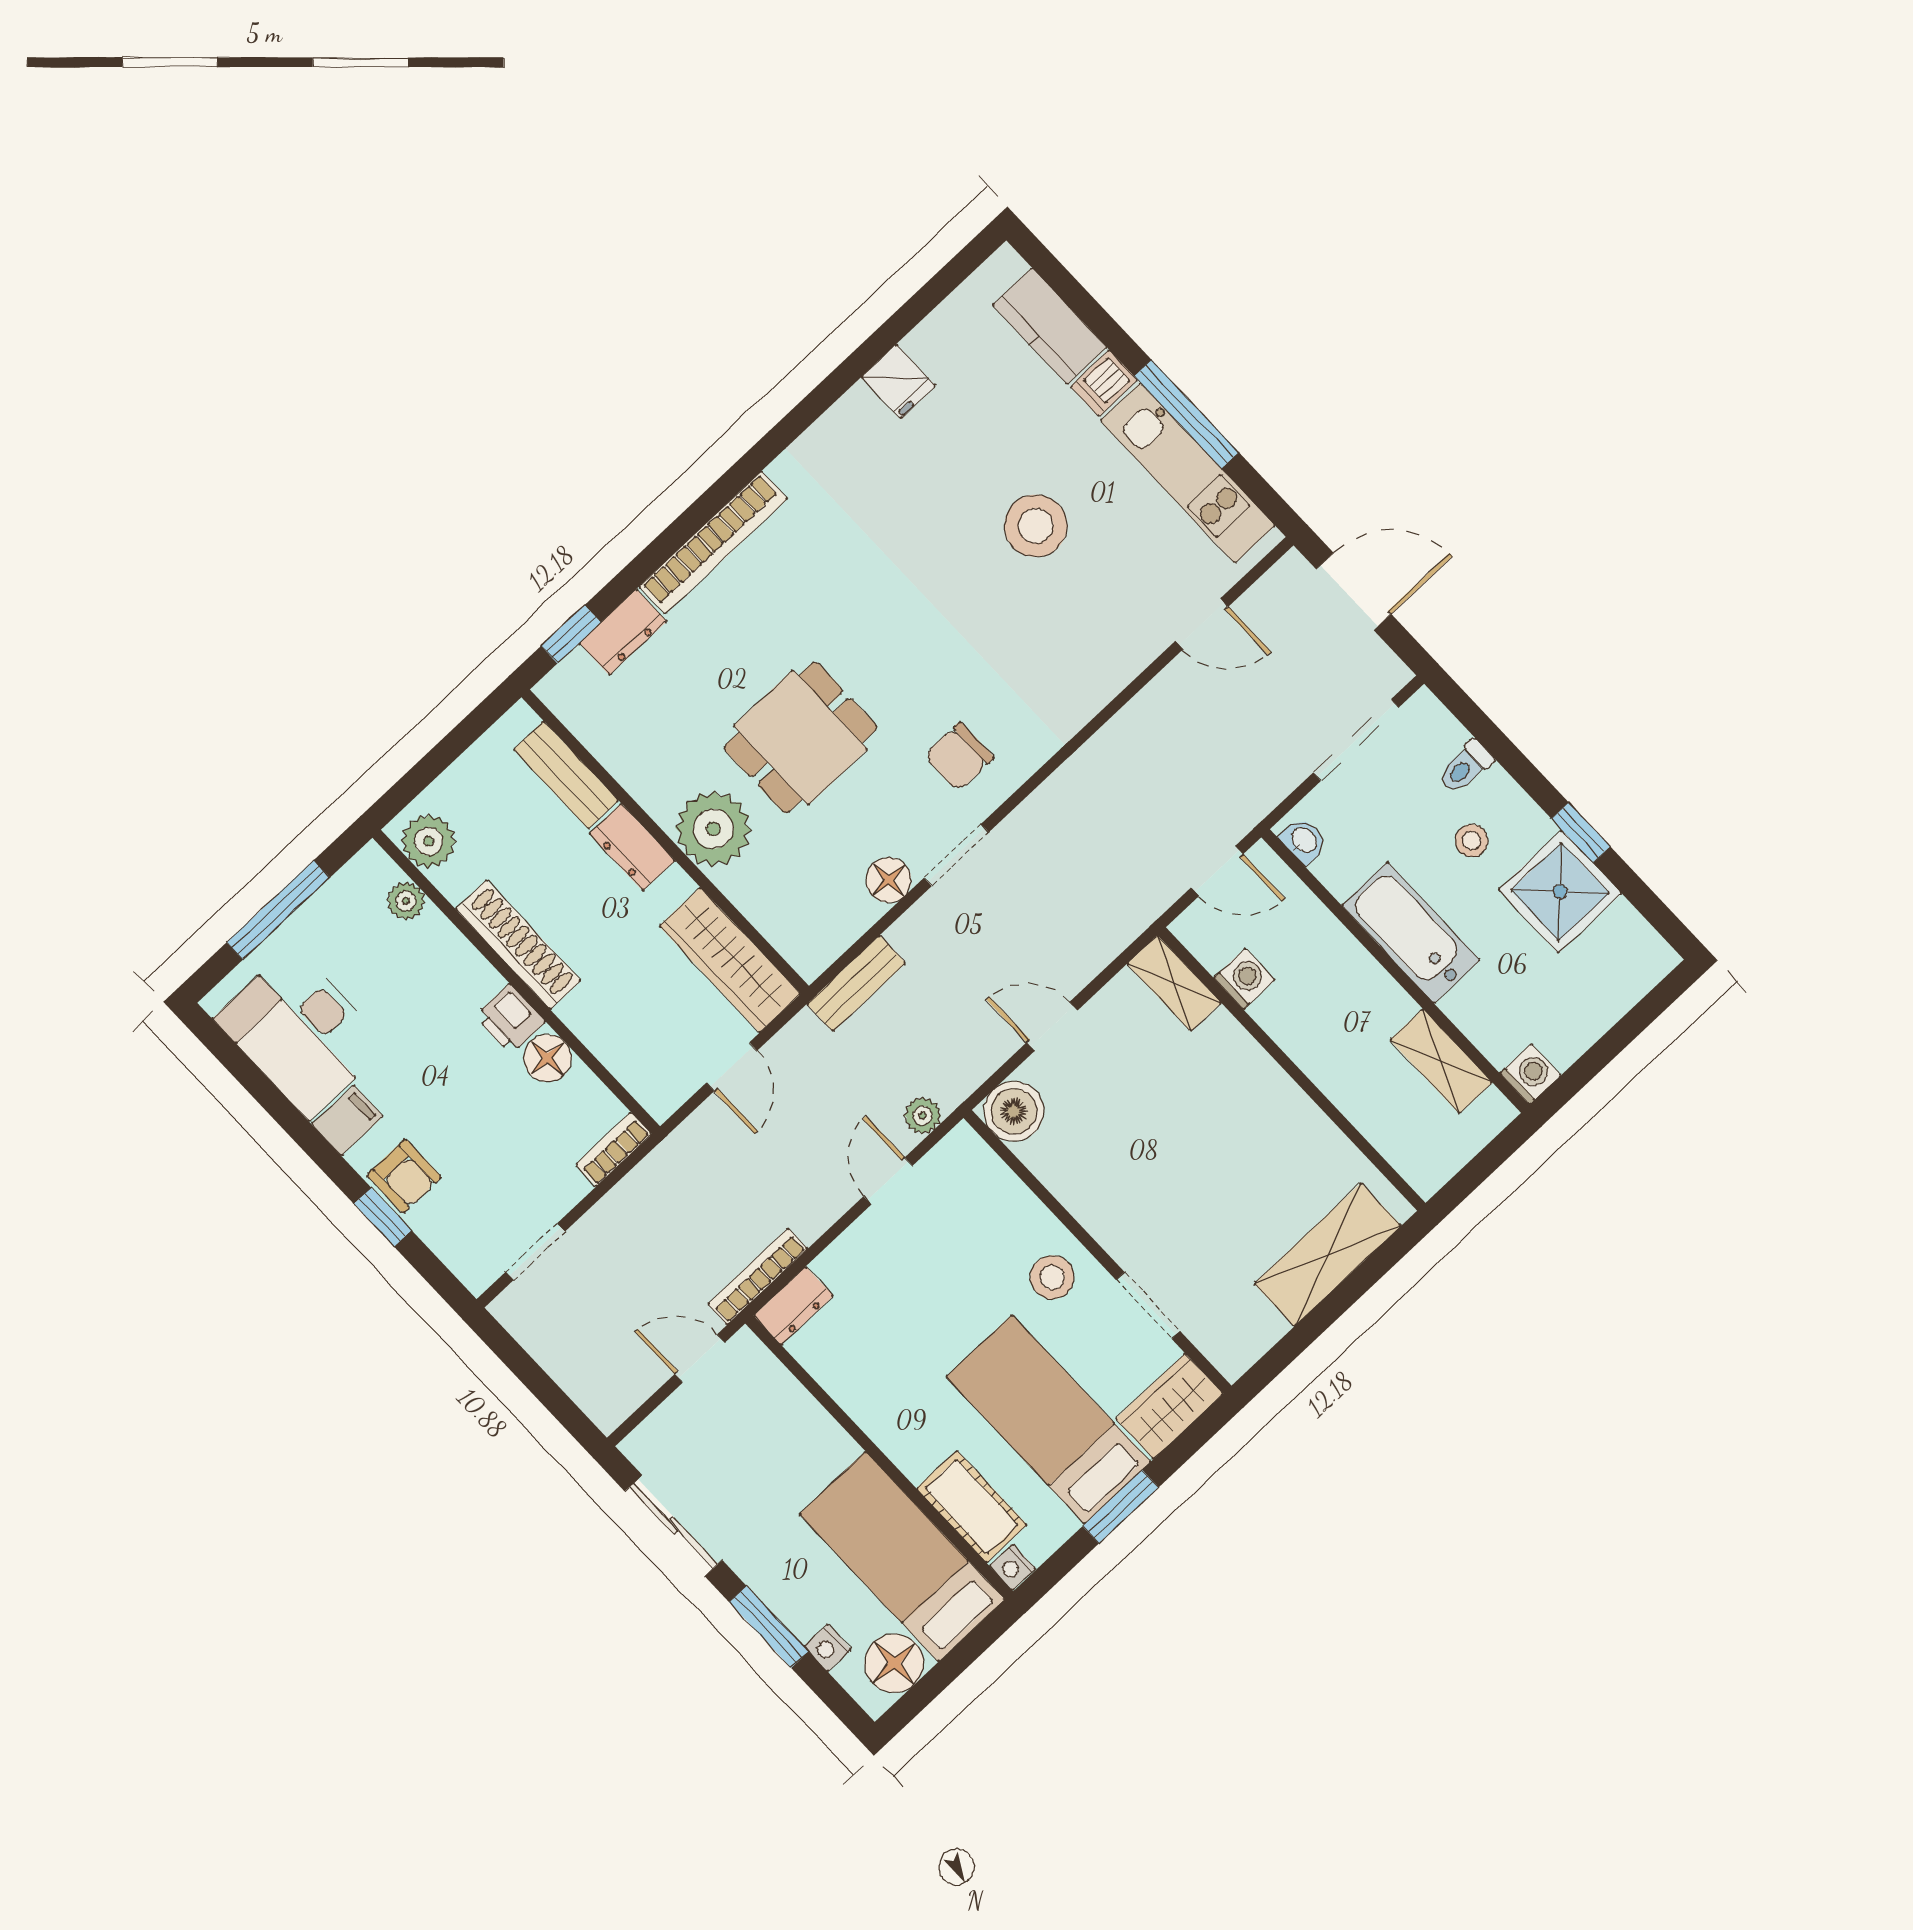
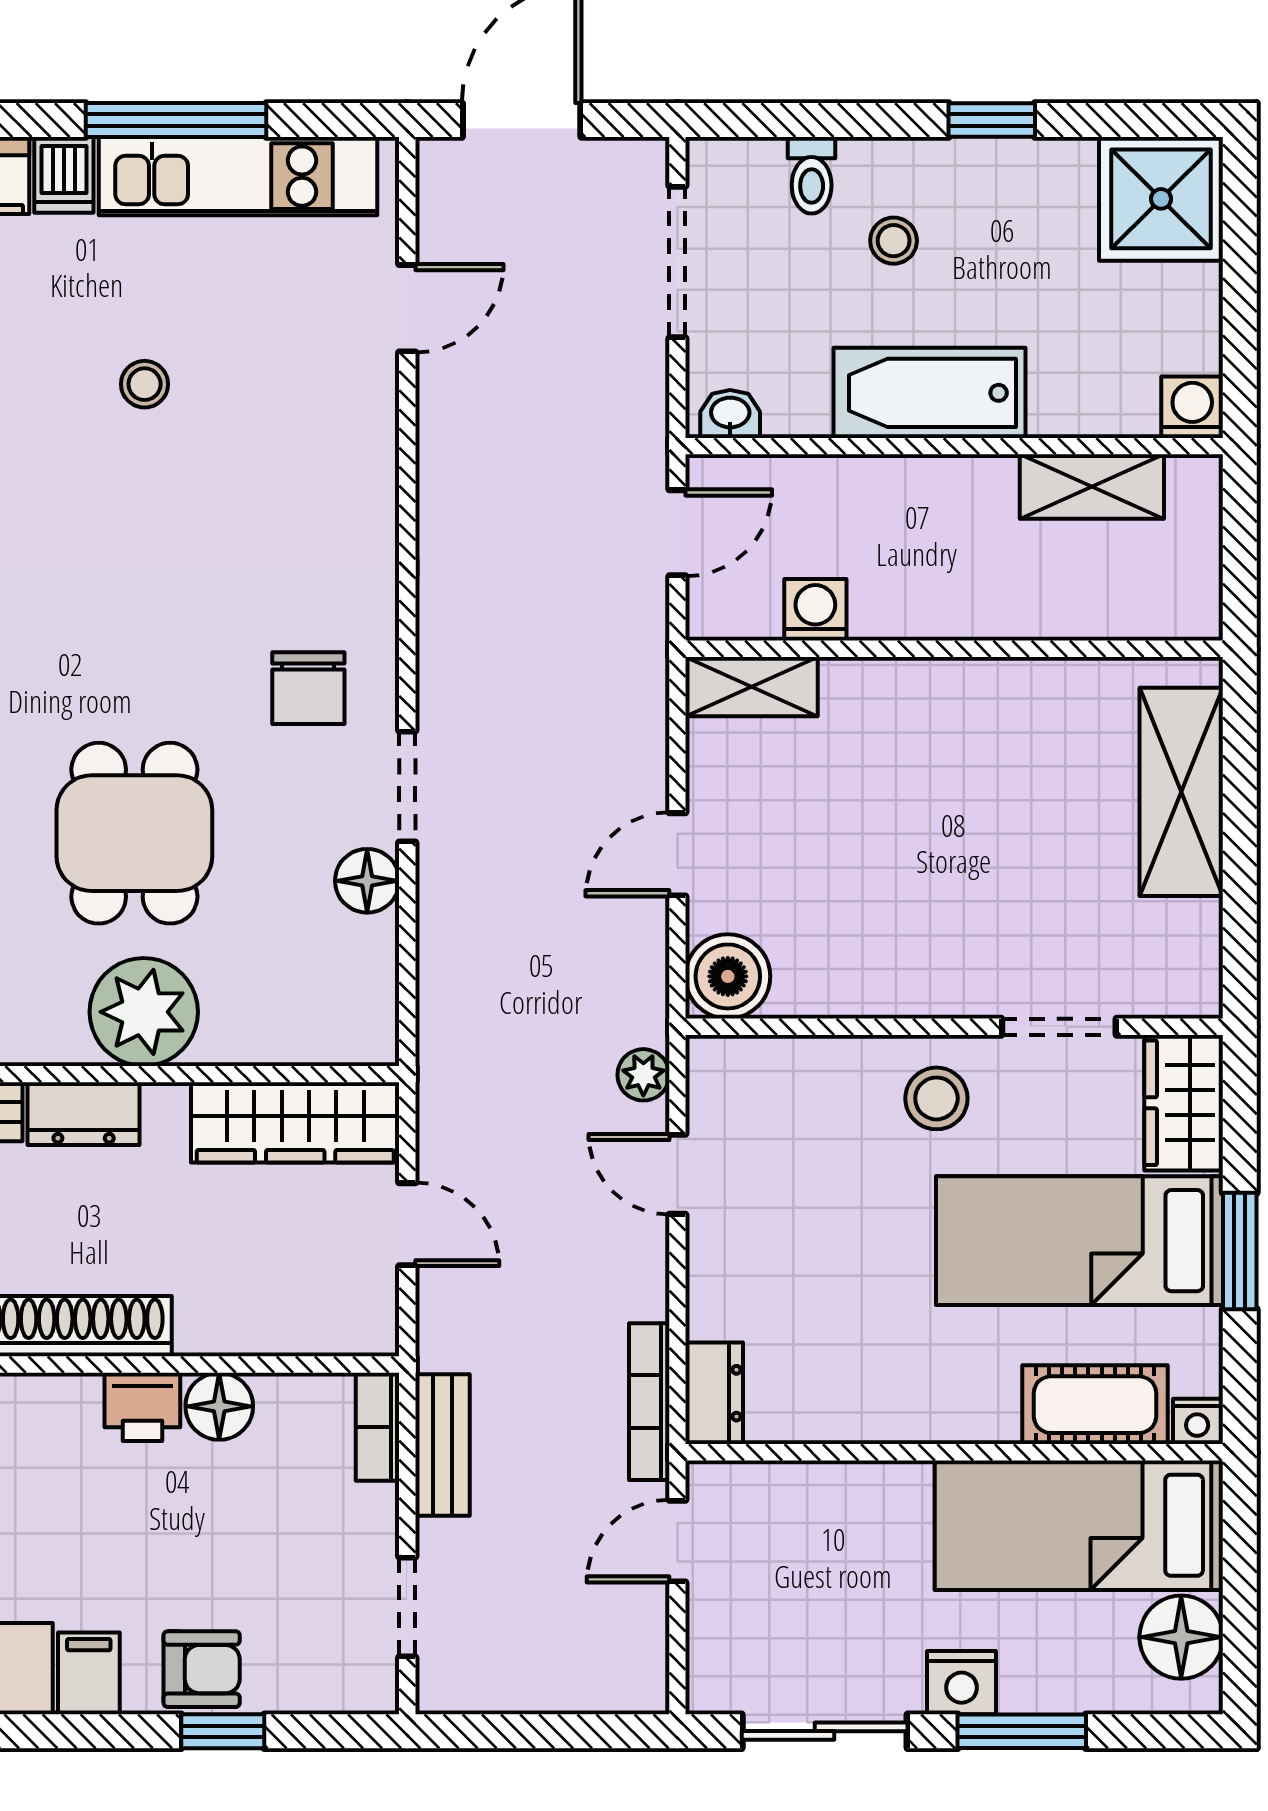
stool: (1036, 526) -> (145, 384), width x0.53, depth x0.53
shower: (1560, 892) -> (1161, 199), moved
bench: (856, 983) -> (442, 1445), moved
nightstand: (828, 1648) -> (962, 1683), moved, width x1.39, depth x1.35

